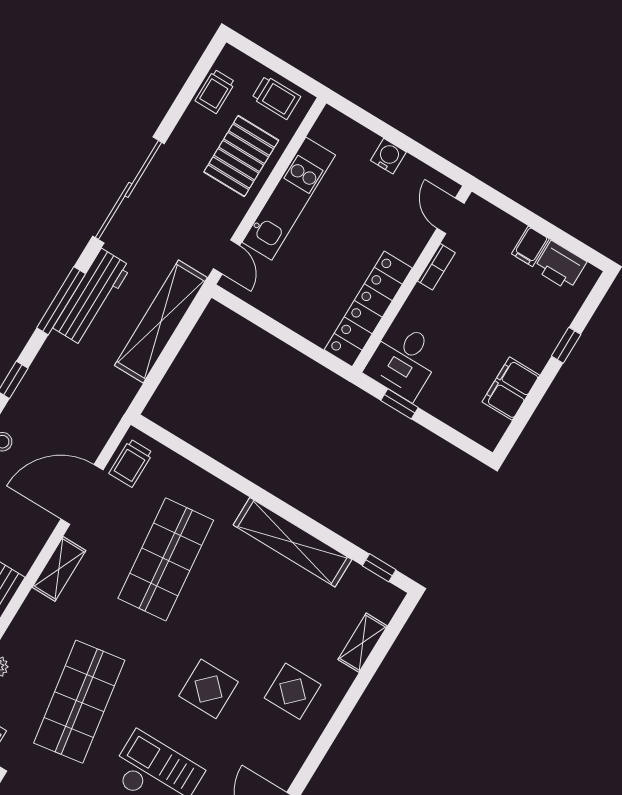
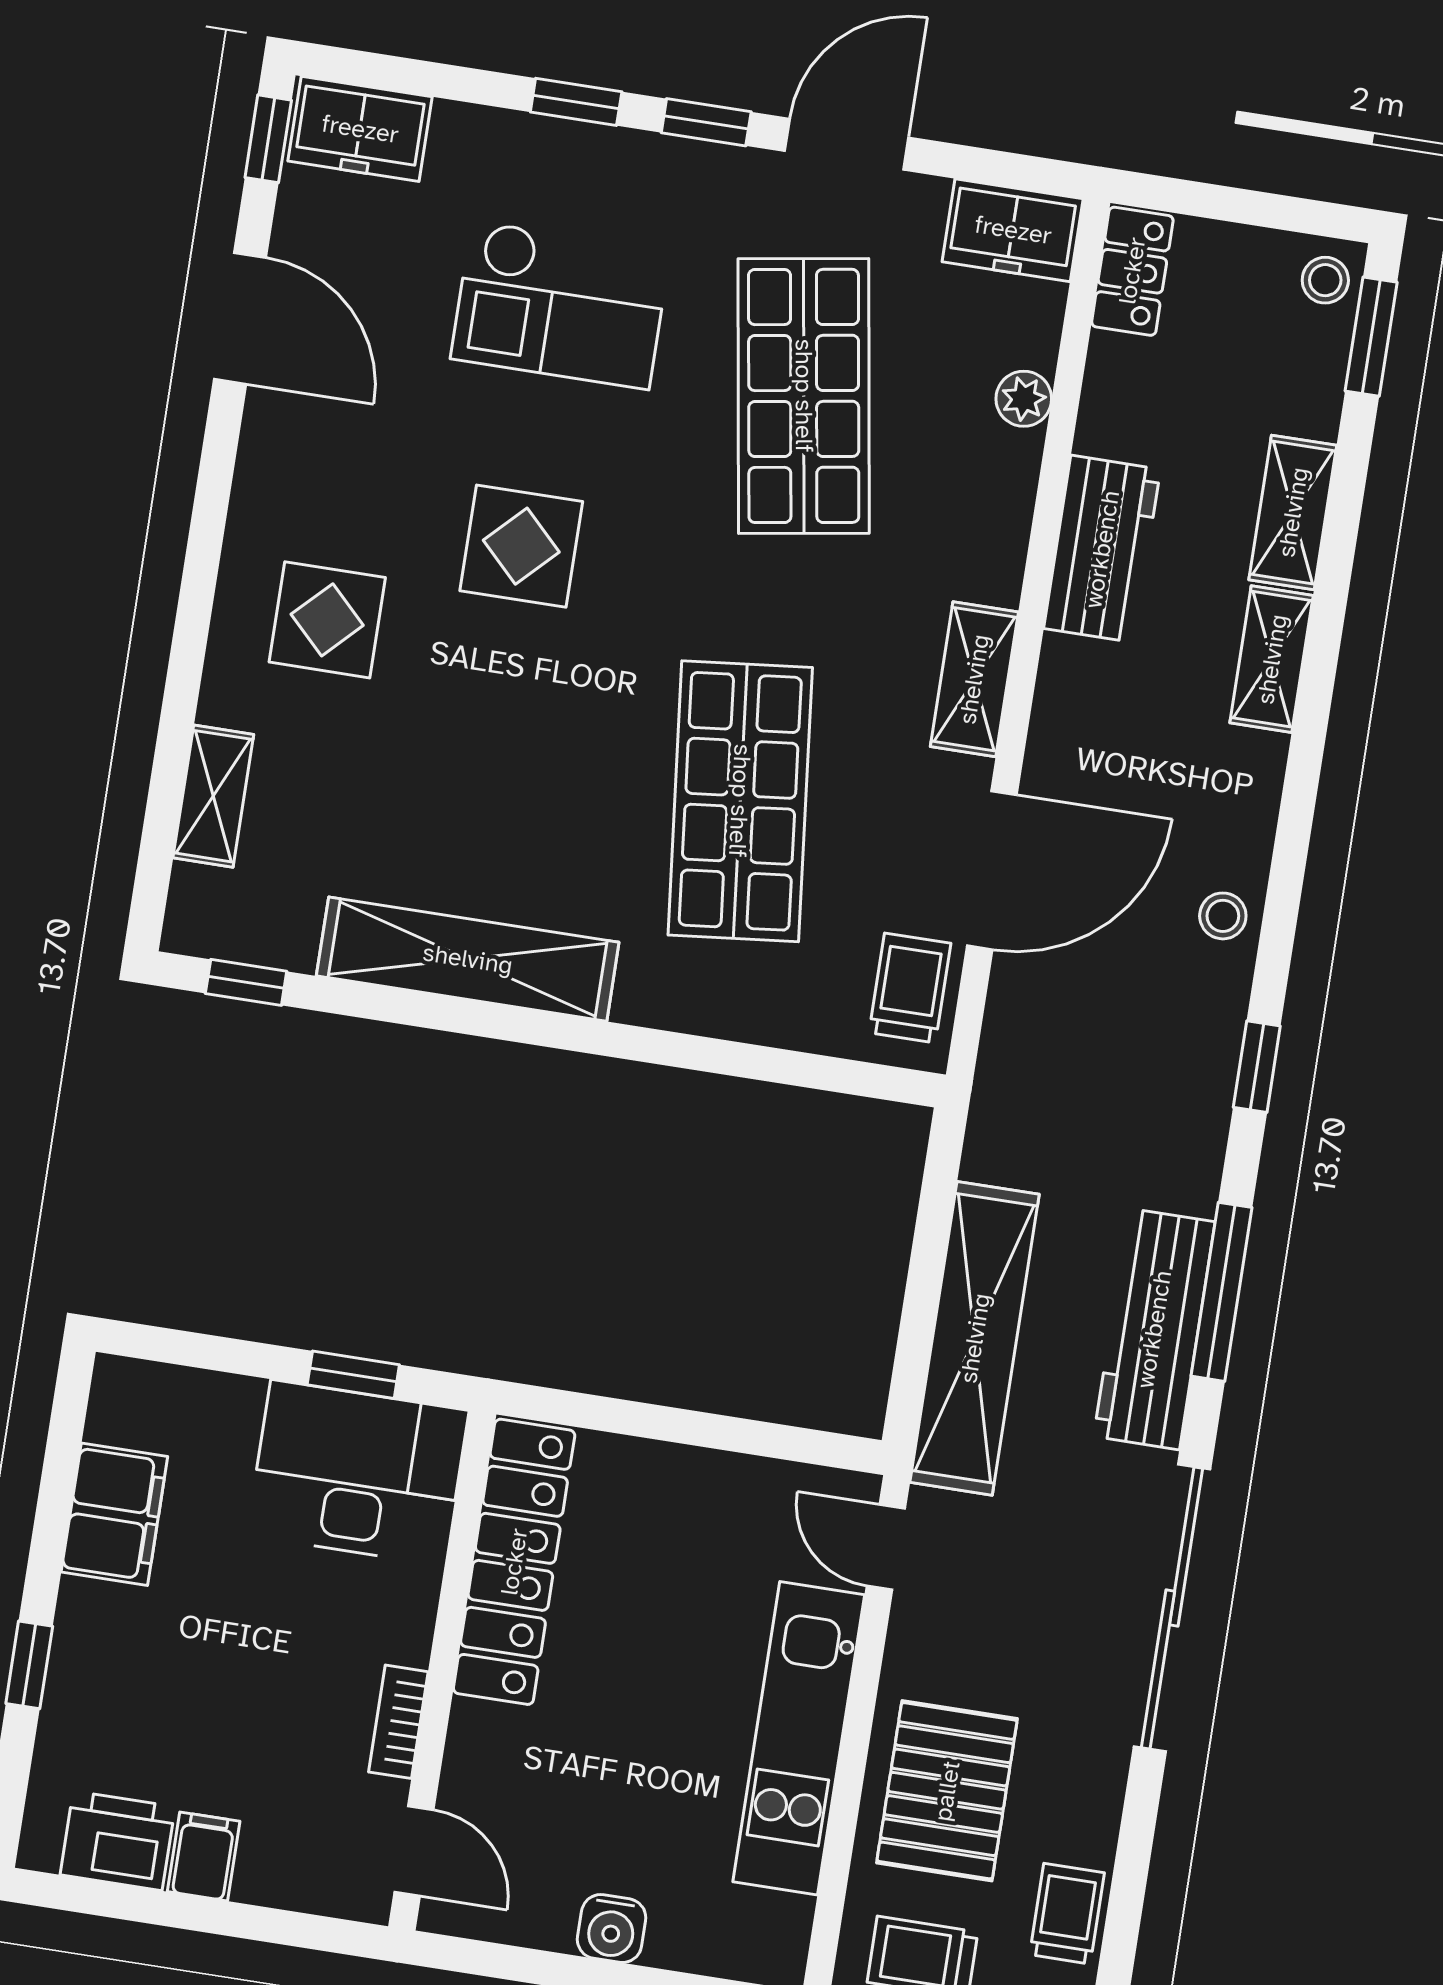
desk: (404, 361) -> (358, 1473), width x1.37

